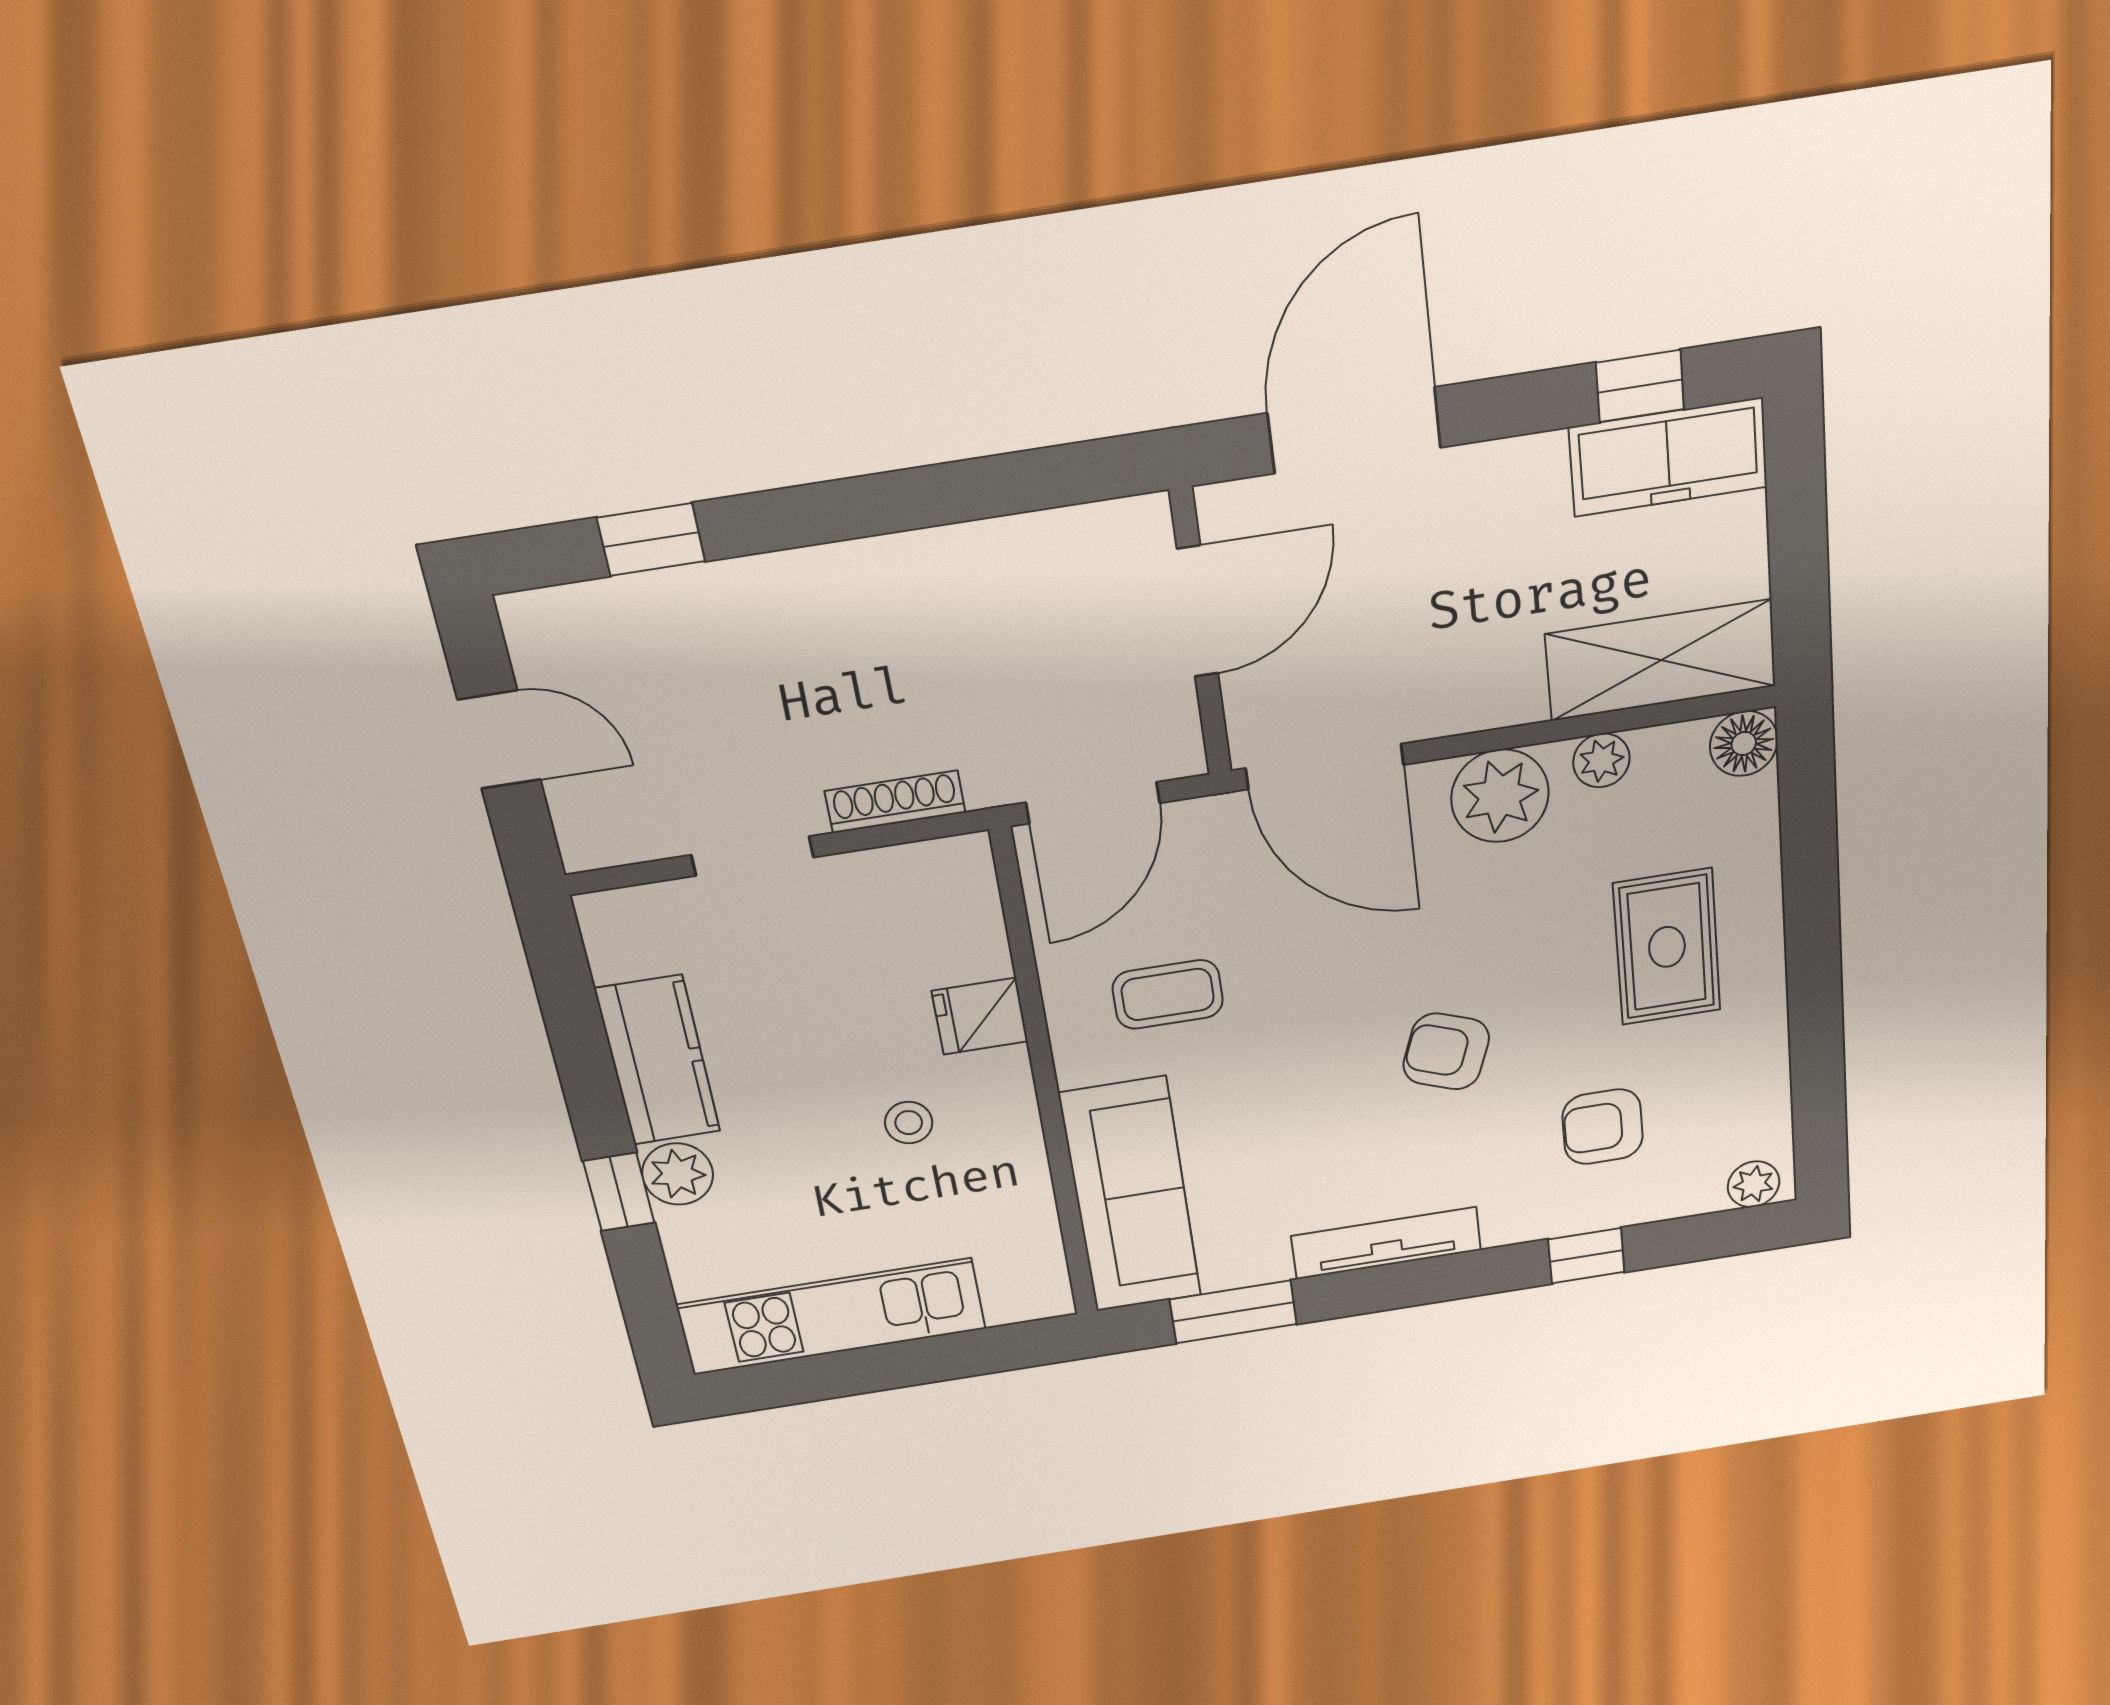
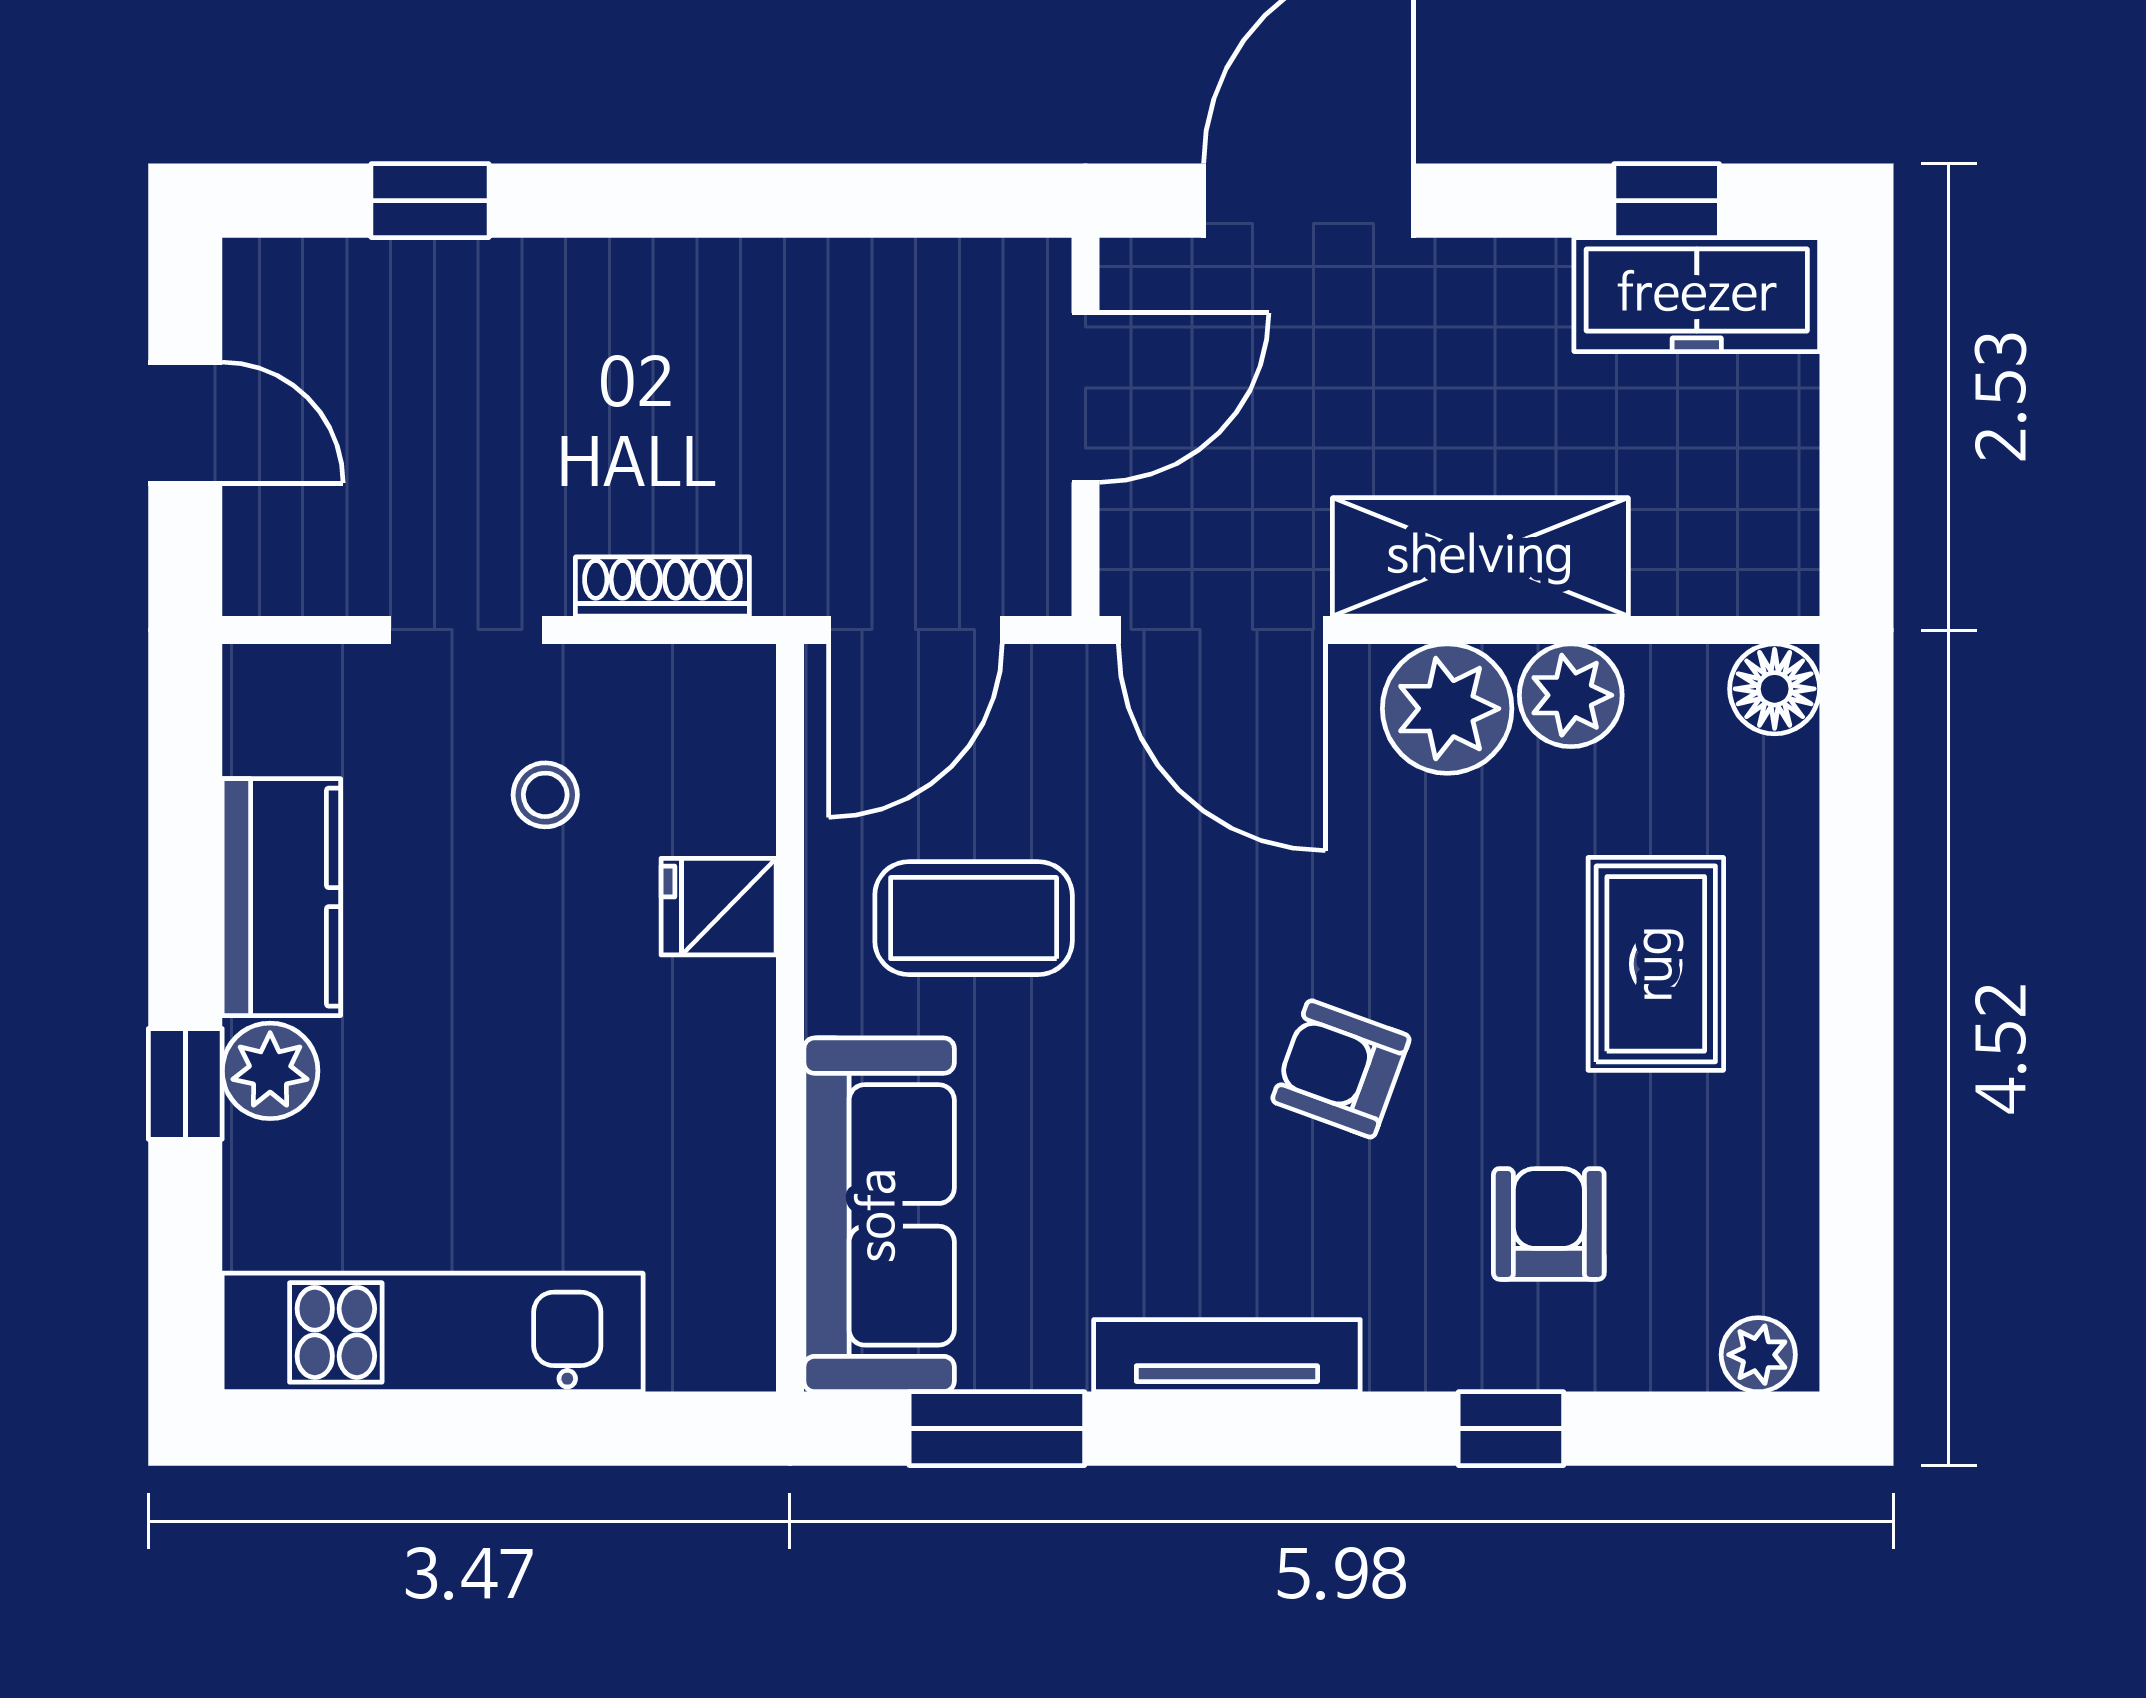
shelving: (1661, 660) -> (1480, 557), moved
plant: (1601, 760) -> (1571, 695), width x1.38, depth x1.38
coffee table: (1168, 994) -> (974, 918), width x1.36, depth x1.30
stool: (909, 1123) -> (545, 795), moved
armchair: (1603, 1127) -> (1549, 1224), turned 90

